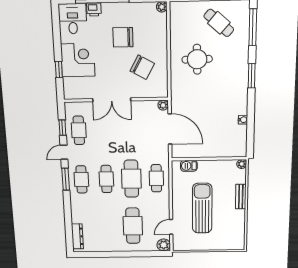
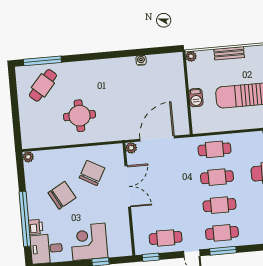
cafe table: (219, 23) -> (43, 85), moved
chair: (123, 37) -> (62, 195), turned -119
window: (252, 76) -> (93, 56), removed
double door: (112, 100) -> (128, 186), moved
window: (62, 128) -> (151, 257), moved
barbecue: (189, 166) -> (196, 98), moved
cafe table: (131, 179) -> (217, 177), width x0.73, depth x0.74

